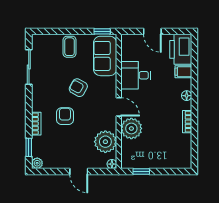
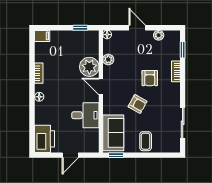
door: (152, 31) -> (70, 155), swing flipped
filing cabinet: (183, 72) -> (42, 36), moved
plant: (105, 142) -> (108, 60), width x0.53, depth x0.53
plant: (37, 163) -> (159, 35), moved

